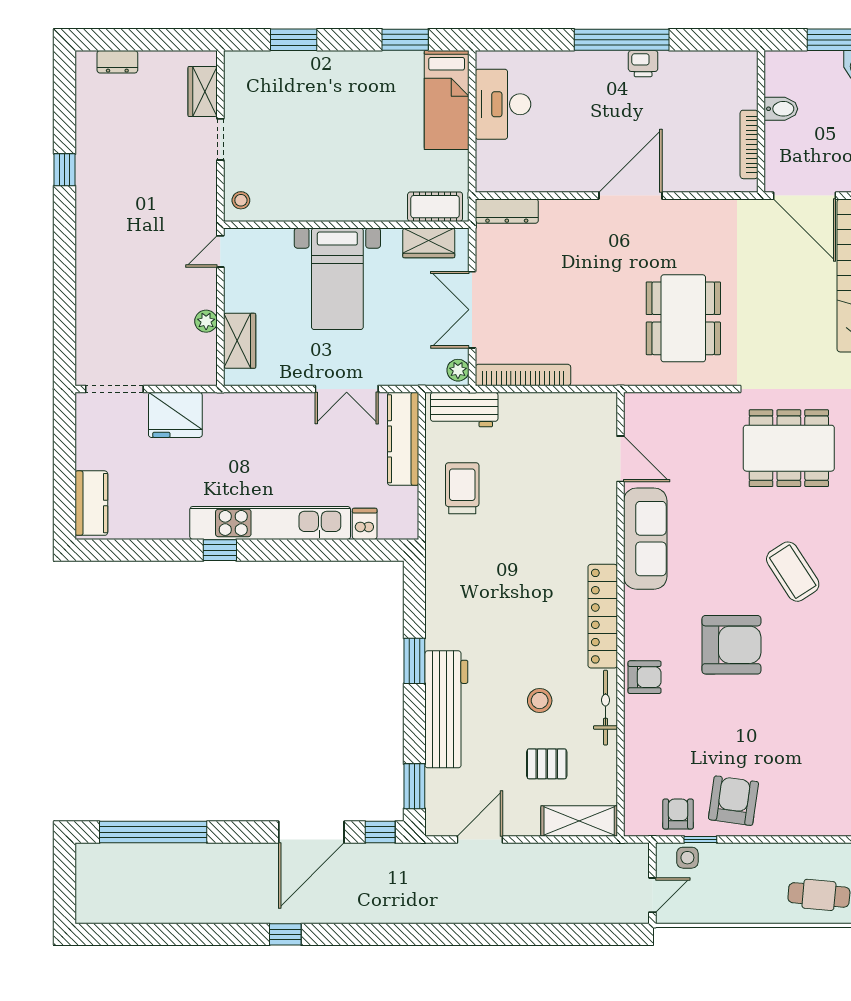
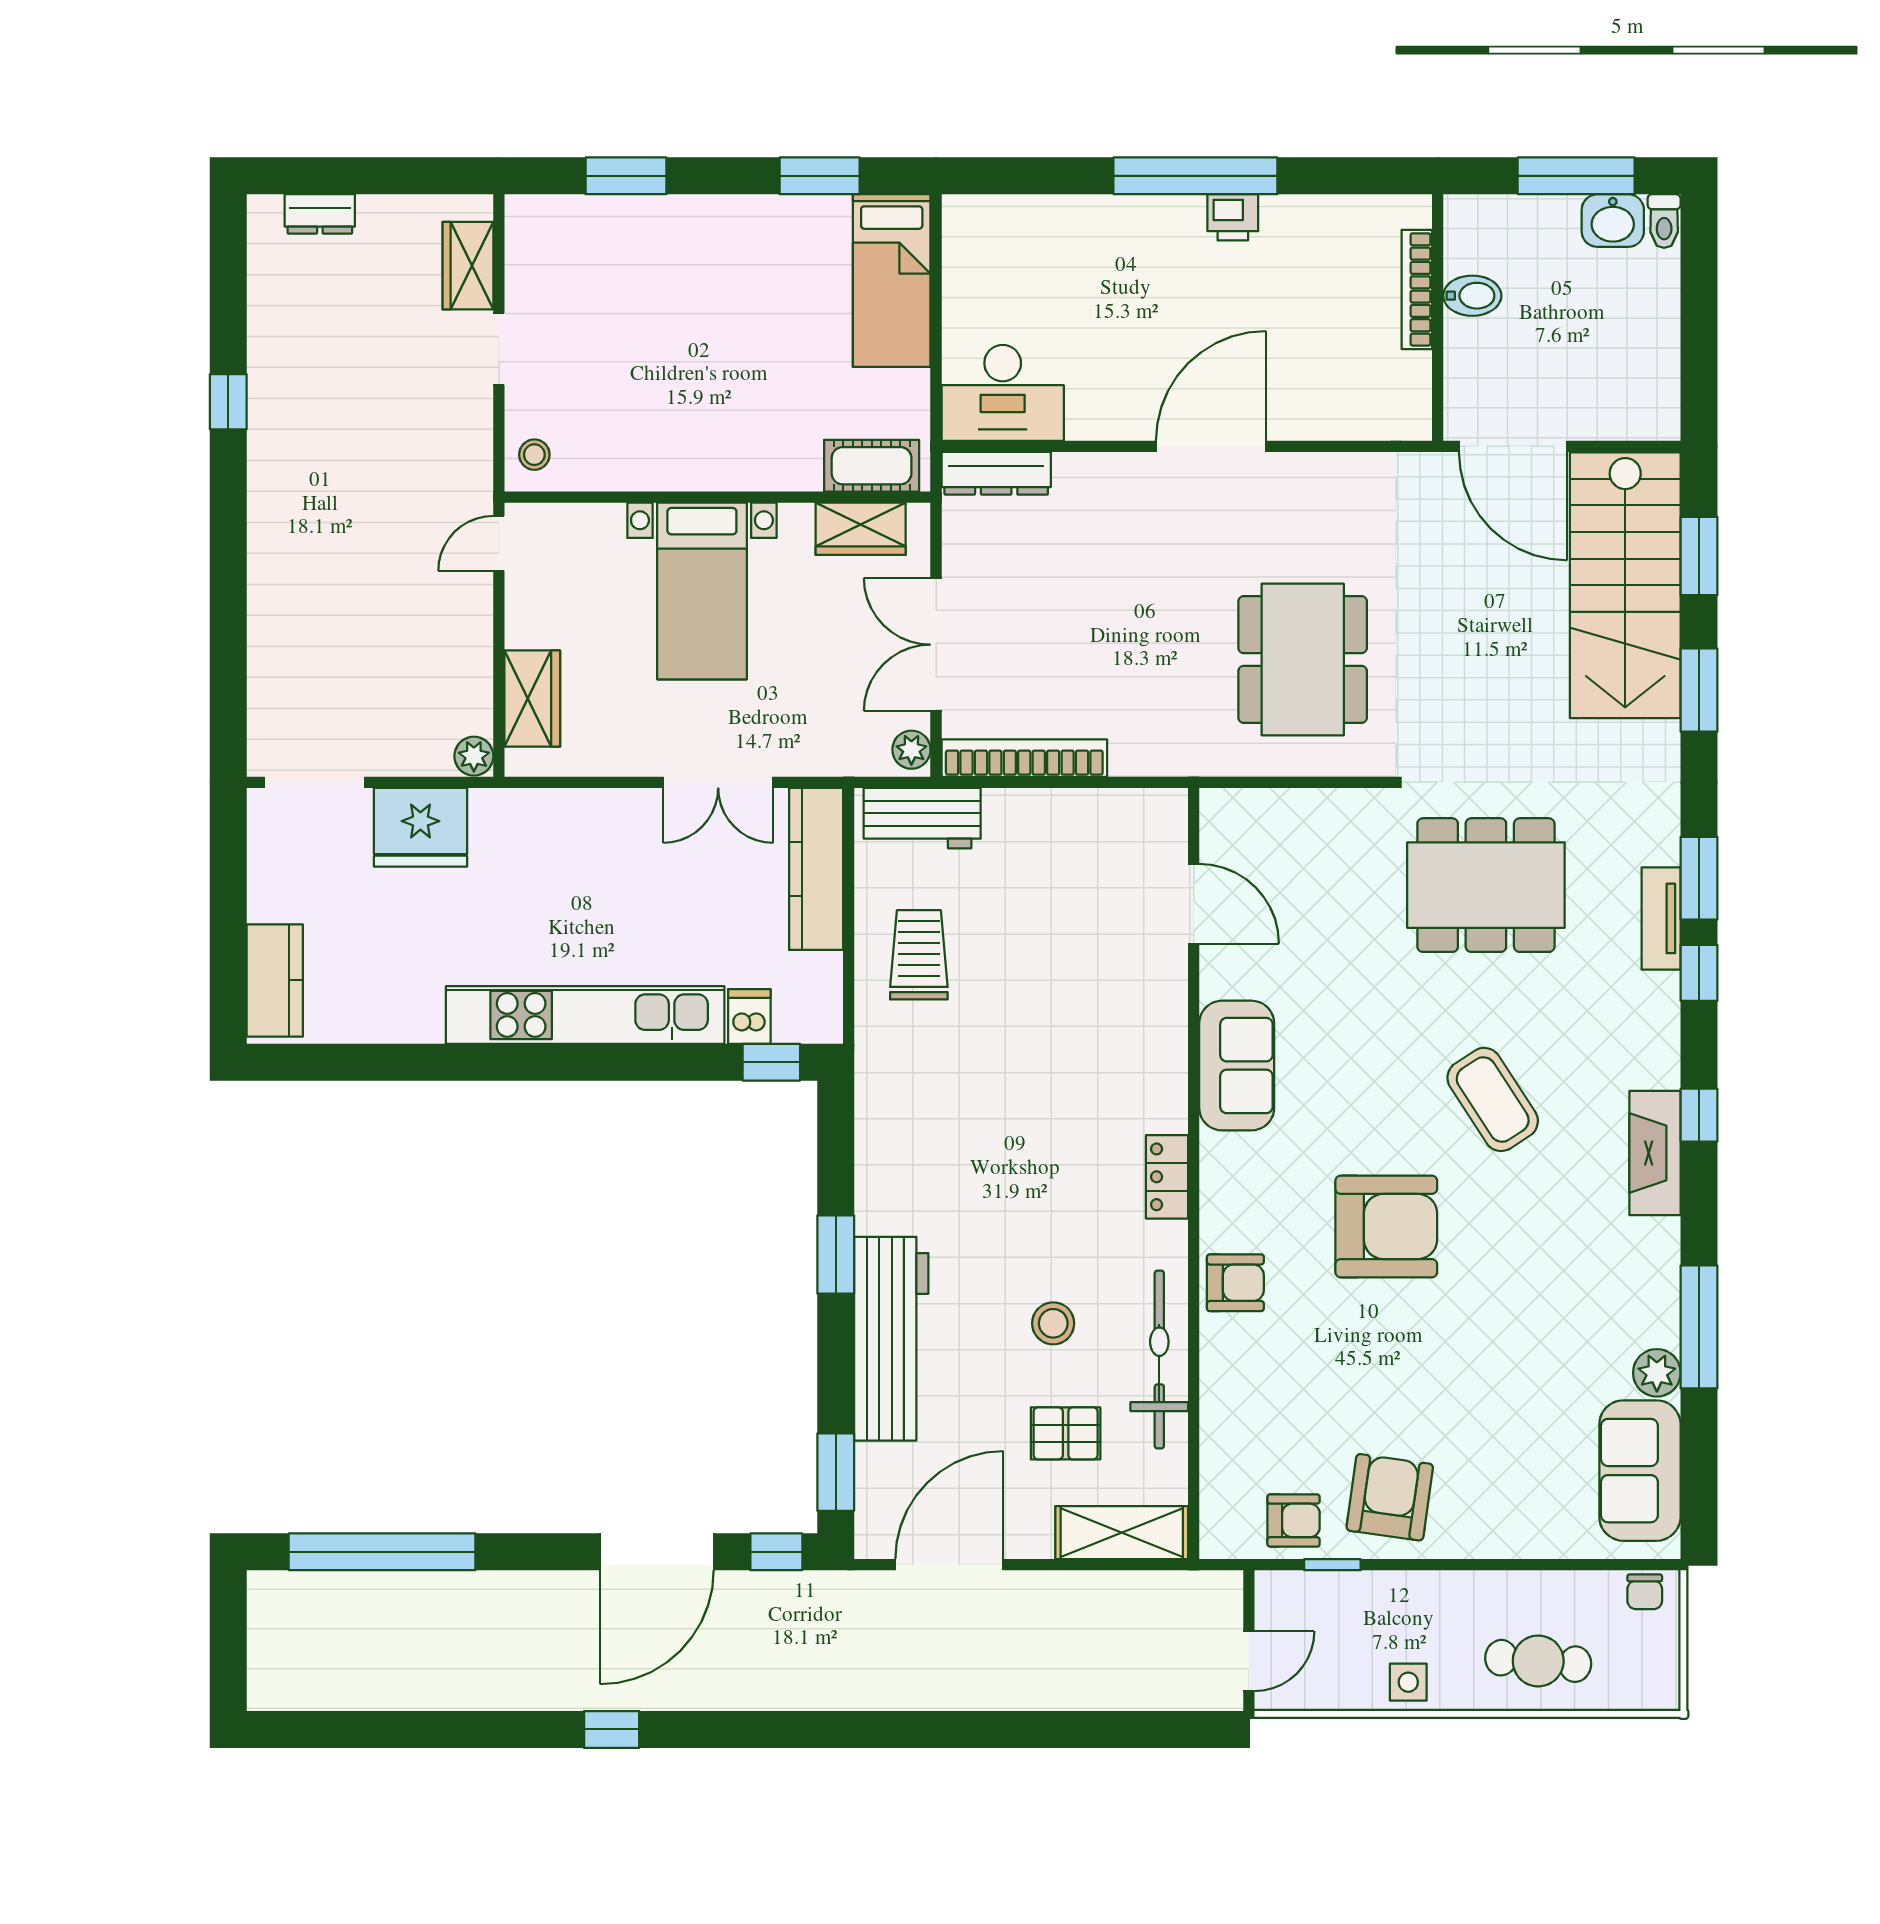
desk: (503, 104) -> (1003, 393), moved, turned -90
bookcase: (749, 144) -> (1417, 289), moved
plant: (206, 321) -> (474, 756), moved
sofa: (645, 539) -> (1237, 1066), width x0.73
window: (220, 550) -> (771, 1062), moved
locker: (603, 616) -> (1167, 1177), width x0.46, depth x0.83
bicycle: (605, 708) -> (1159, 1360), width x1.37, depth x1.40
armchair: (678, 814) -> (1294, 1520), turned 90
door: (480, 840) -> (949, 1565), width x1.36
side table: (687, 858) -> (1408, 1682), moved

